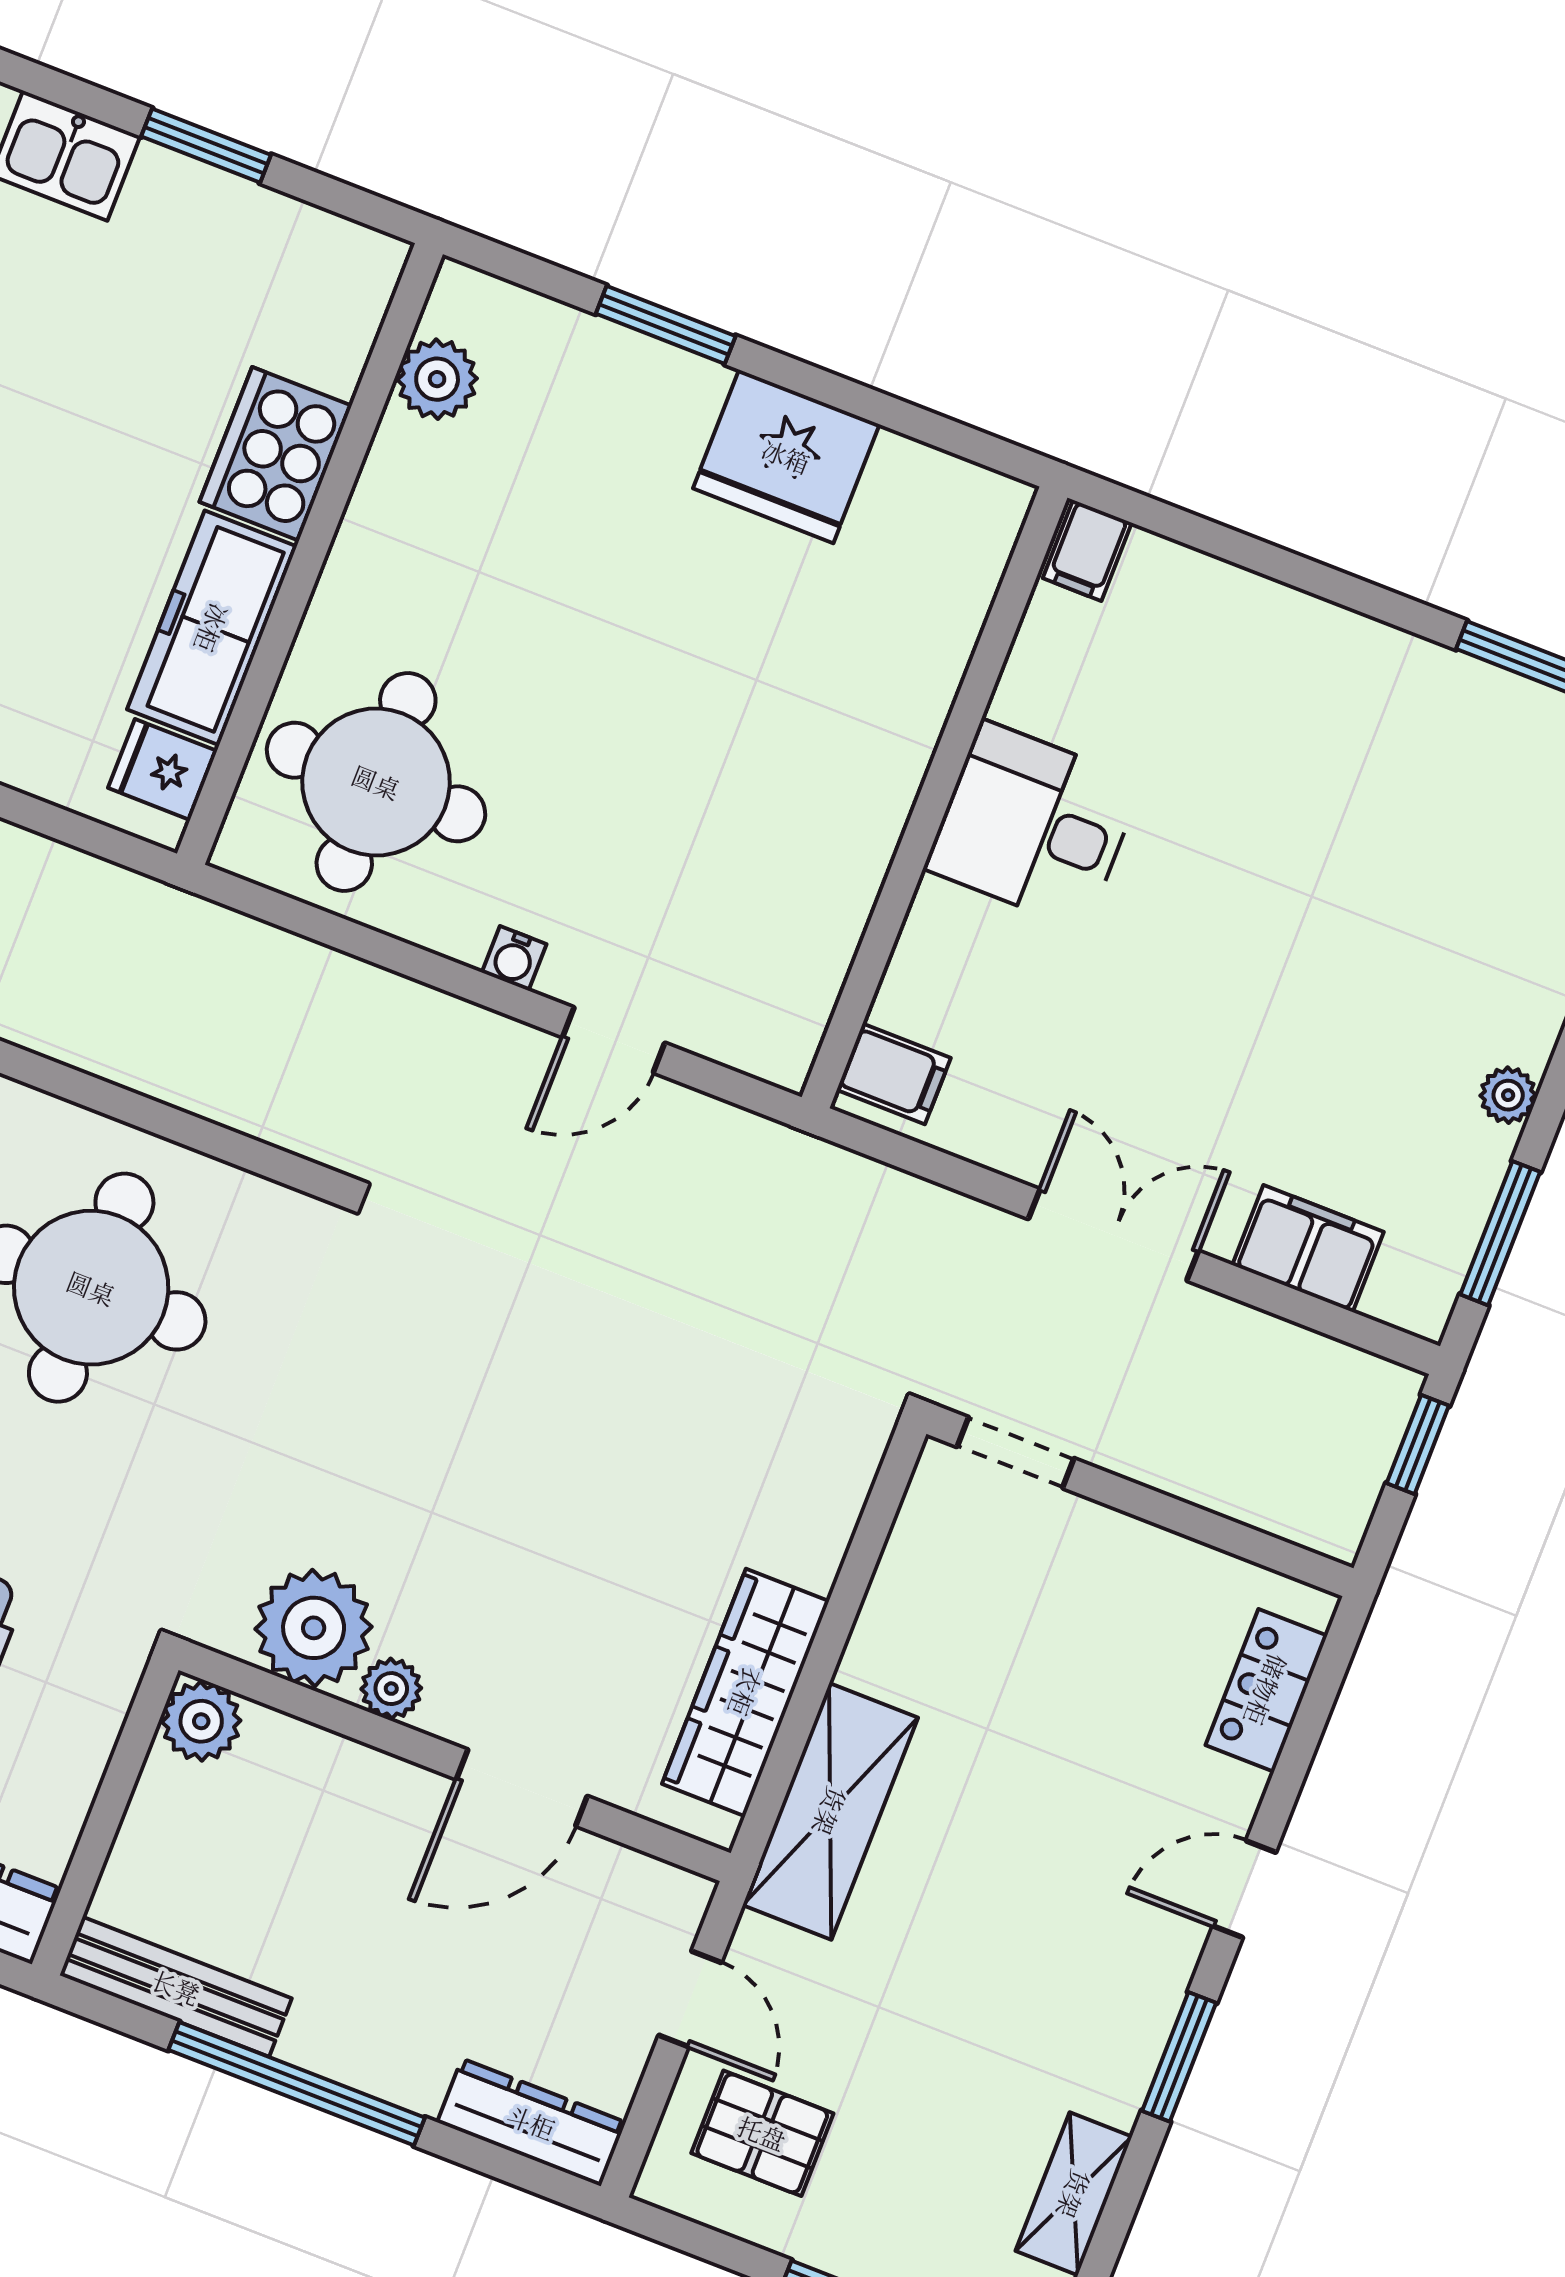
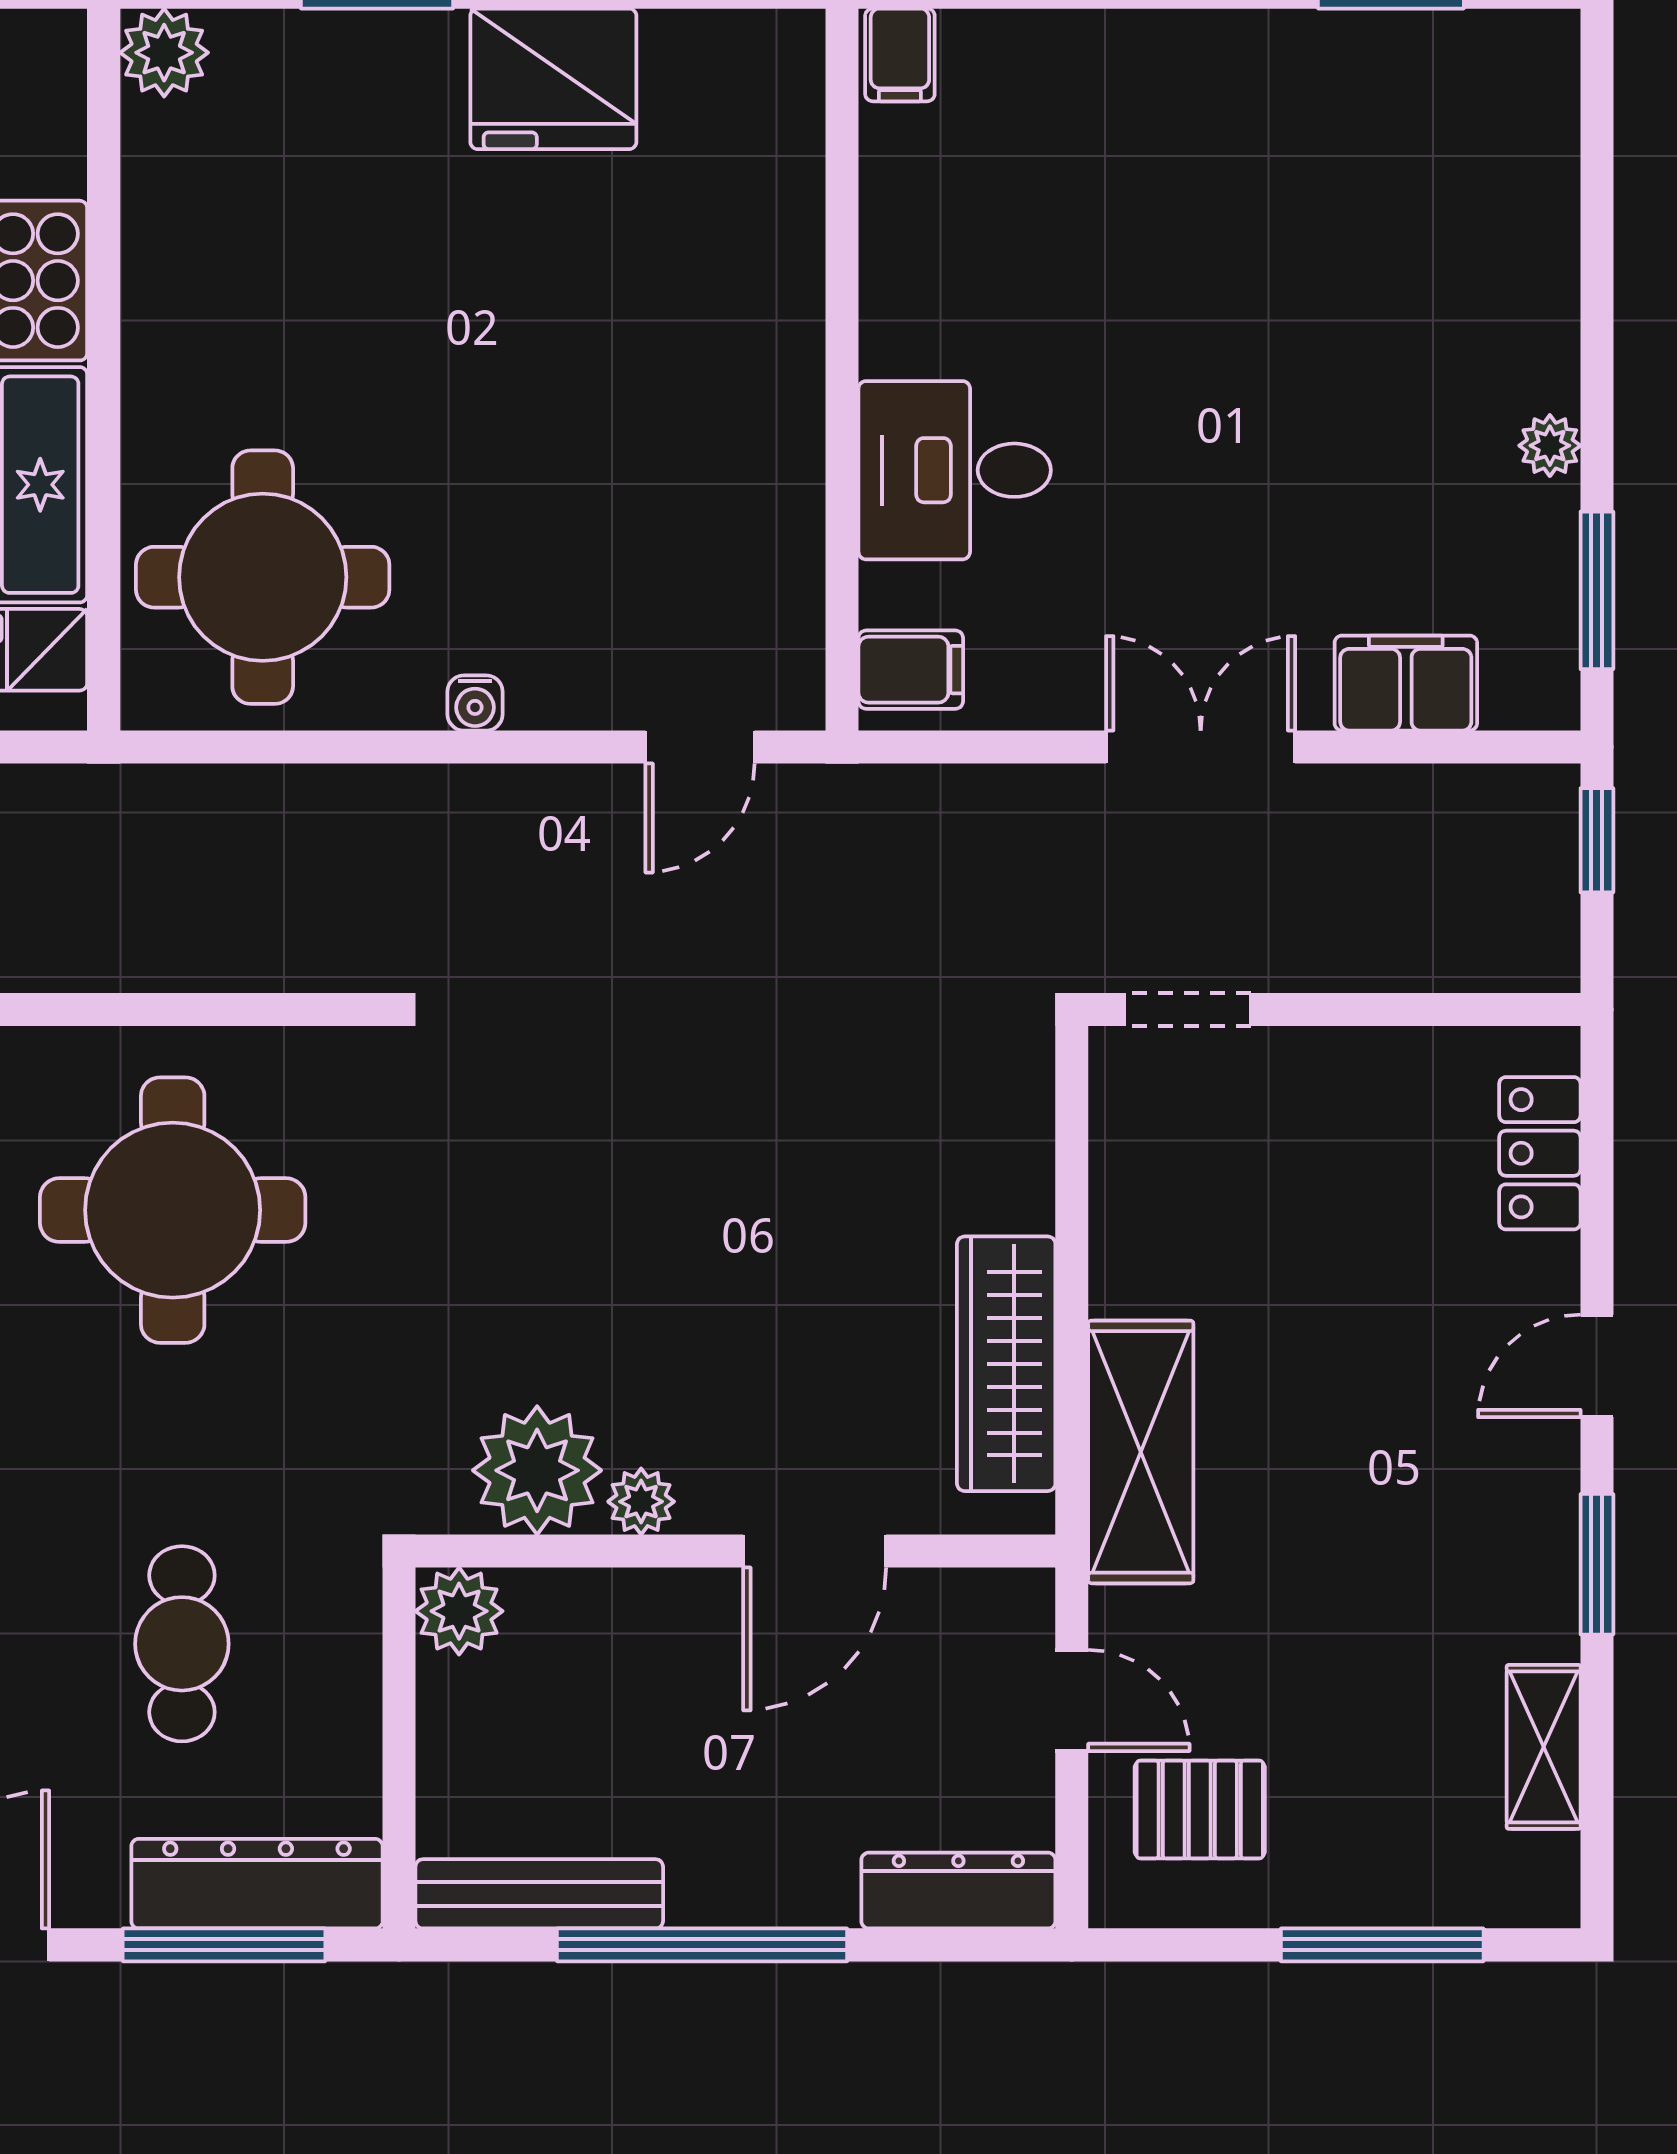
plant: (437, 379) -> (164, 53), moved
desk: (1033, 825) -> (955, 470), moved
door: (614, 1040) -> (700, 747), moved

